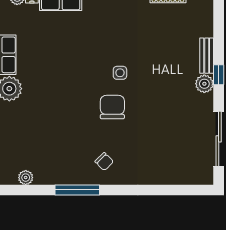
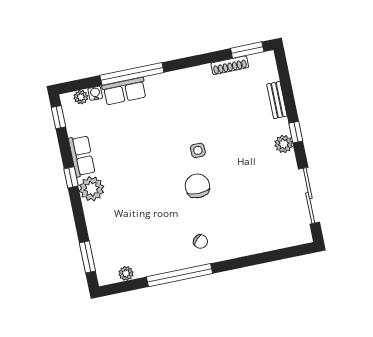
bench: (207, 56) -> (277, 100), moved
window: (77, 190) -> (180, 275), width x1.46

